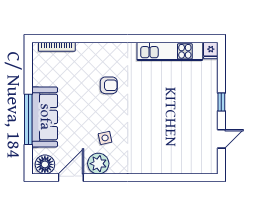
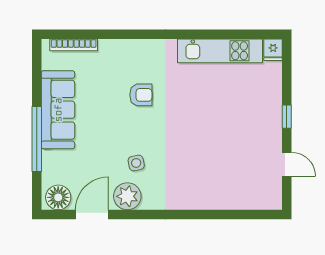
sofa: (45, 117) -> (58, 110), moved
door: (221, 139) -> (287, 164), hinge flipped

